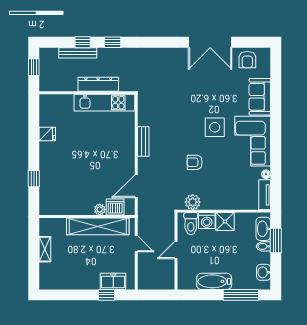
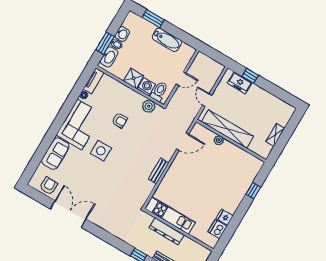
armchair: (195, 162) -> (120, 120), moved
dishwasher: (115, 207) -> (217, 229), moved, turned 90
washbasin: (264, 272) -> (122, 34), moved
window: (241, 295) -> (153, 19), width x0.69

